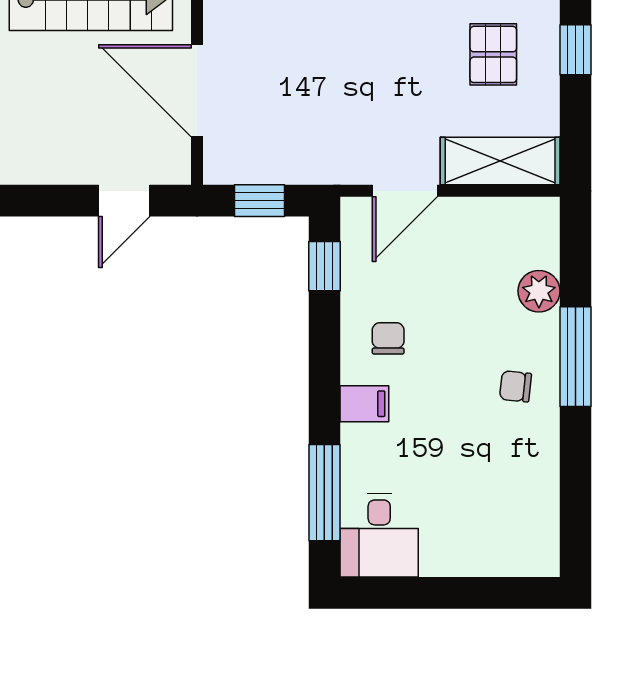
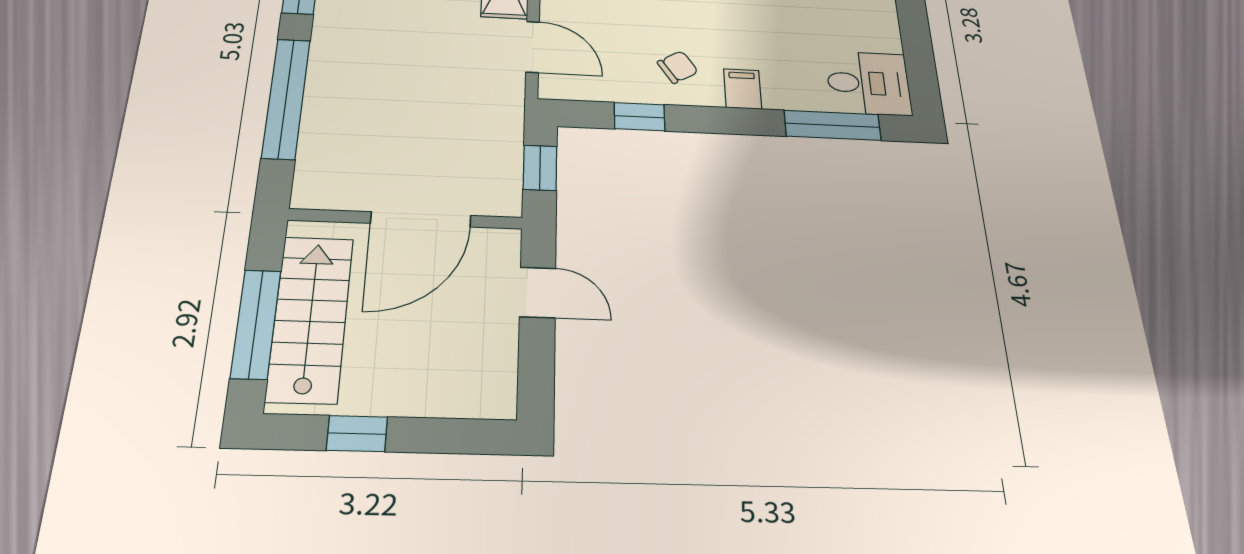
window: (324, 266) -> (639, 117), moved
chair: (388, 338) -> (678, 67), turned 148

